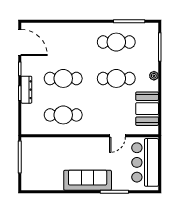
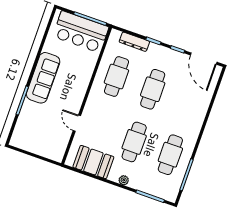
door: (20, 42) -> (204, 59), hinge flipped
dresser: (26, 90) -> (134, 42), moved
bar counter: (145, 162) -> (81, 32), moved, turned 180

